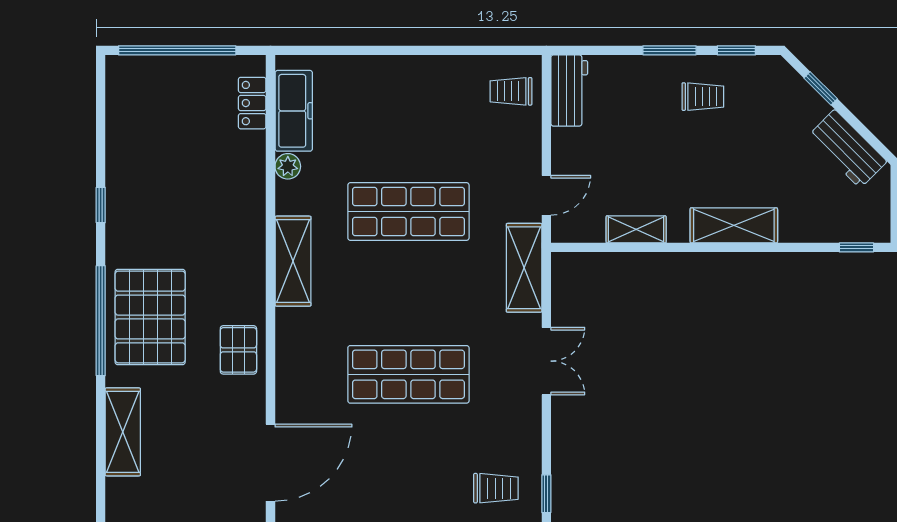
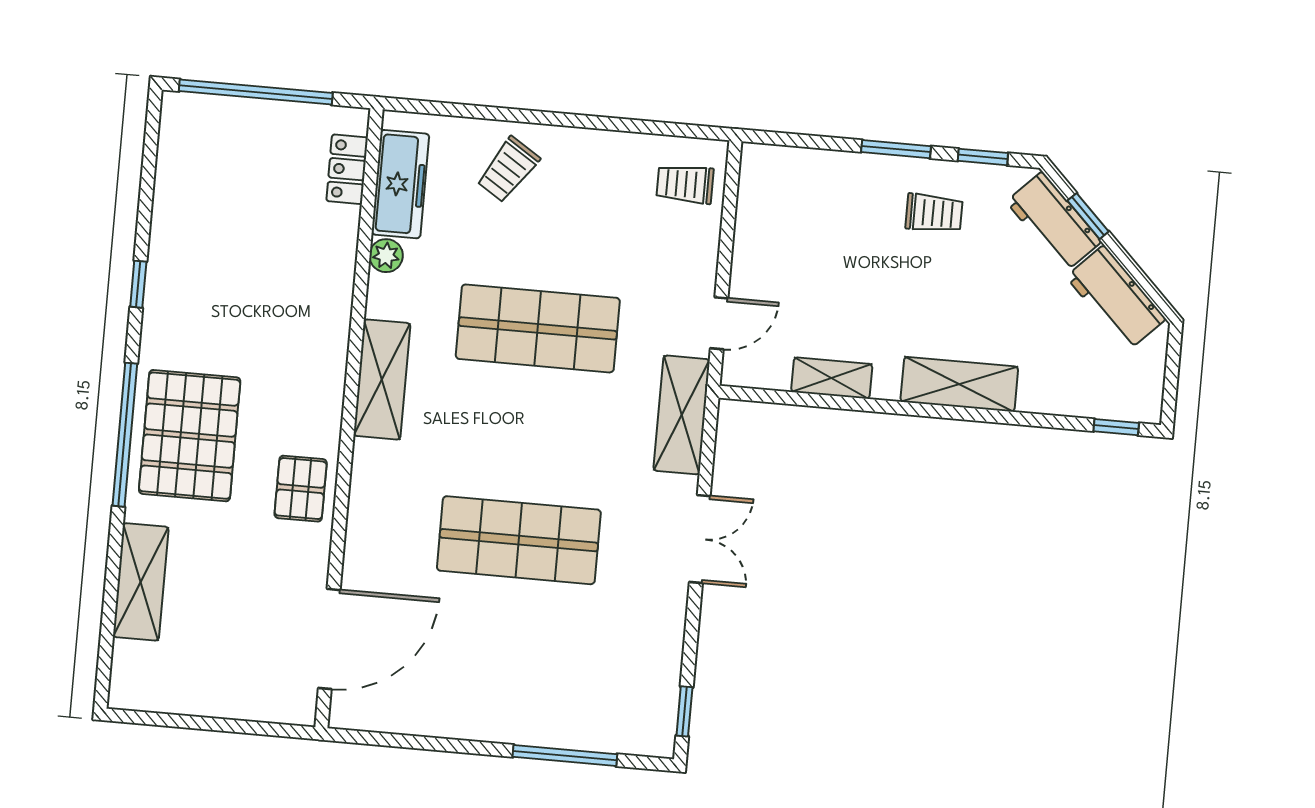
workbench: (569, 90) -> (1054, 222), moved, turned 135
trolley: (496, 488) -> (508, 170), moved, turned 123

